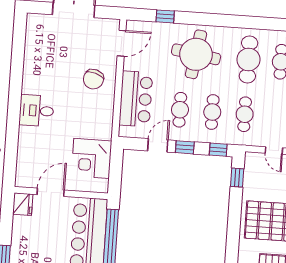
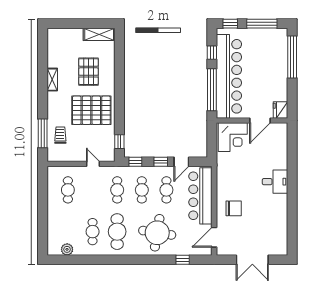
chair: (93, 79) -> (234, 208), turned 73
bar counter: (136, 99) -> (200, 196), width x1.36
corner desk: (92, 158) -> (233, 137), moved, turned 90

